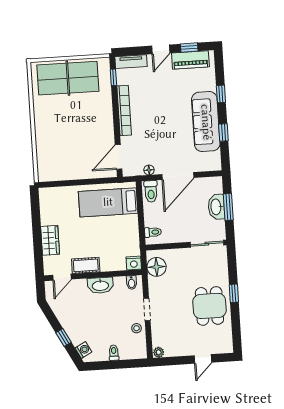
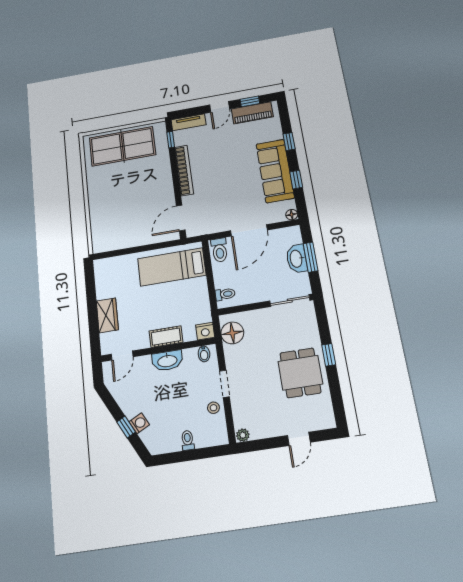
floor lamp: (149, 170) -> (292, 215), moved
cot: (86, 265) -> (166, 337), moved
washing machine: (83, 350) -> (139, 423), moved

